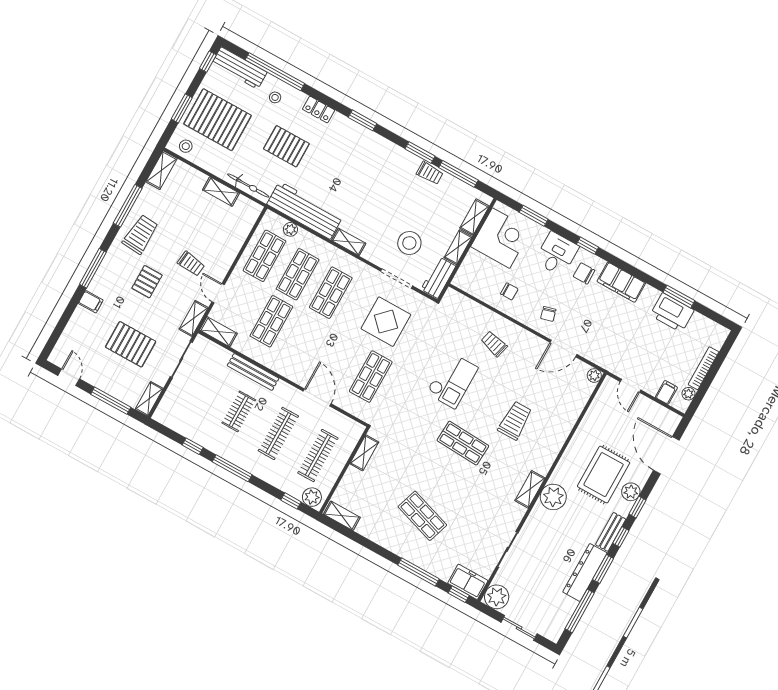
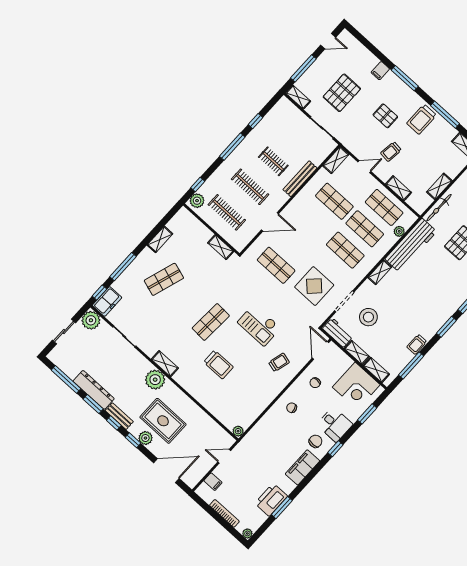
window: (420, 152) -> (446, 327), moved
trolley: (140, 234) -> (422, 119), turned 86
shelving: (194, 318) -> (399, 188), moved
door: (563, 348) -> (320, 350), moved
plant: (688, 394) -> (247, 533), moved
shelving: (342, 516) -> (160, 239), moved

